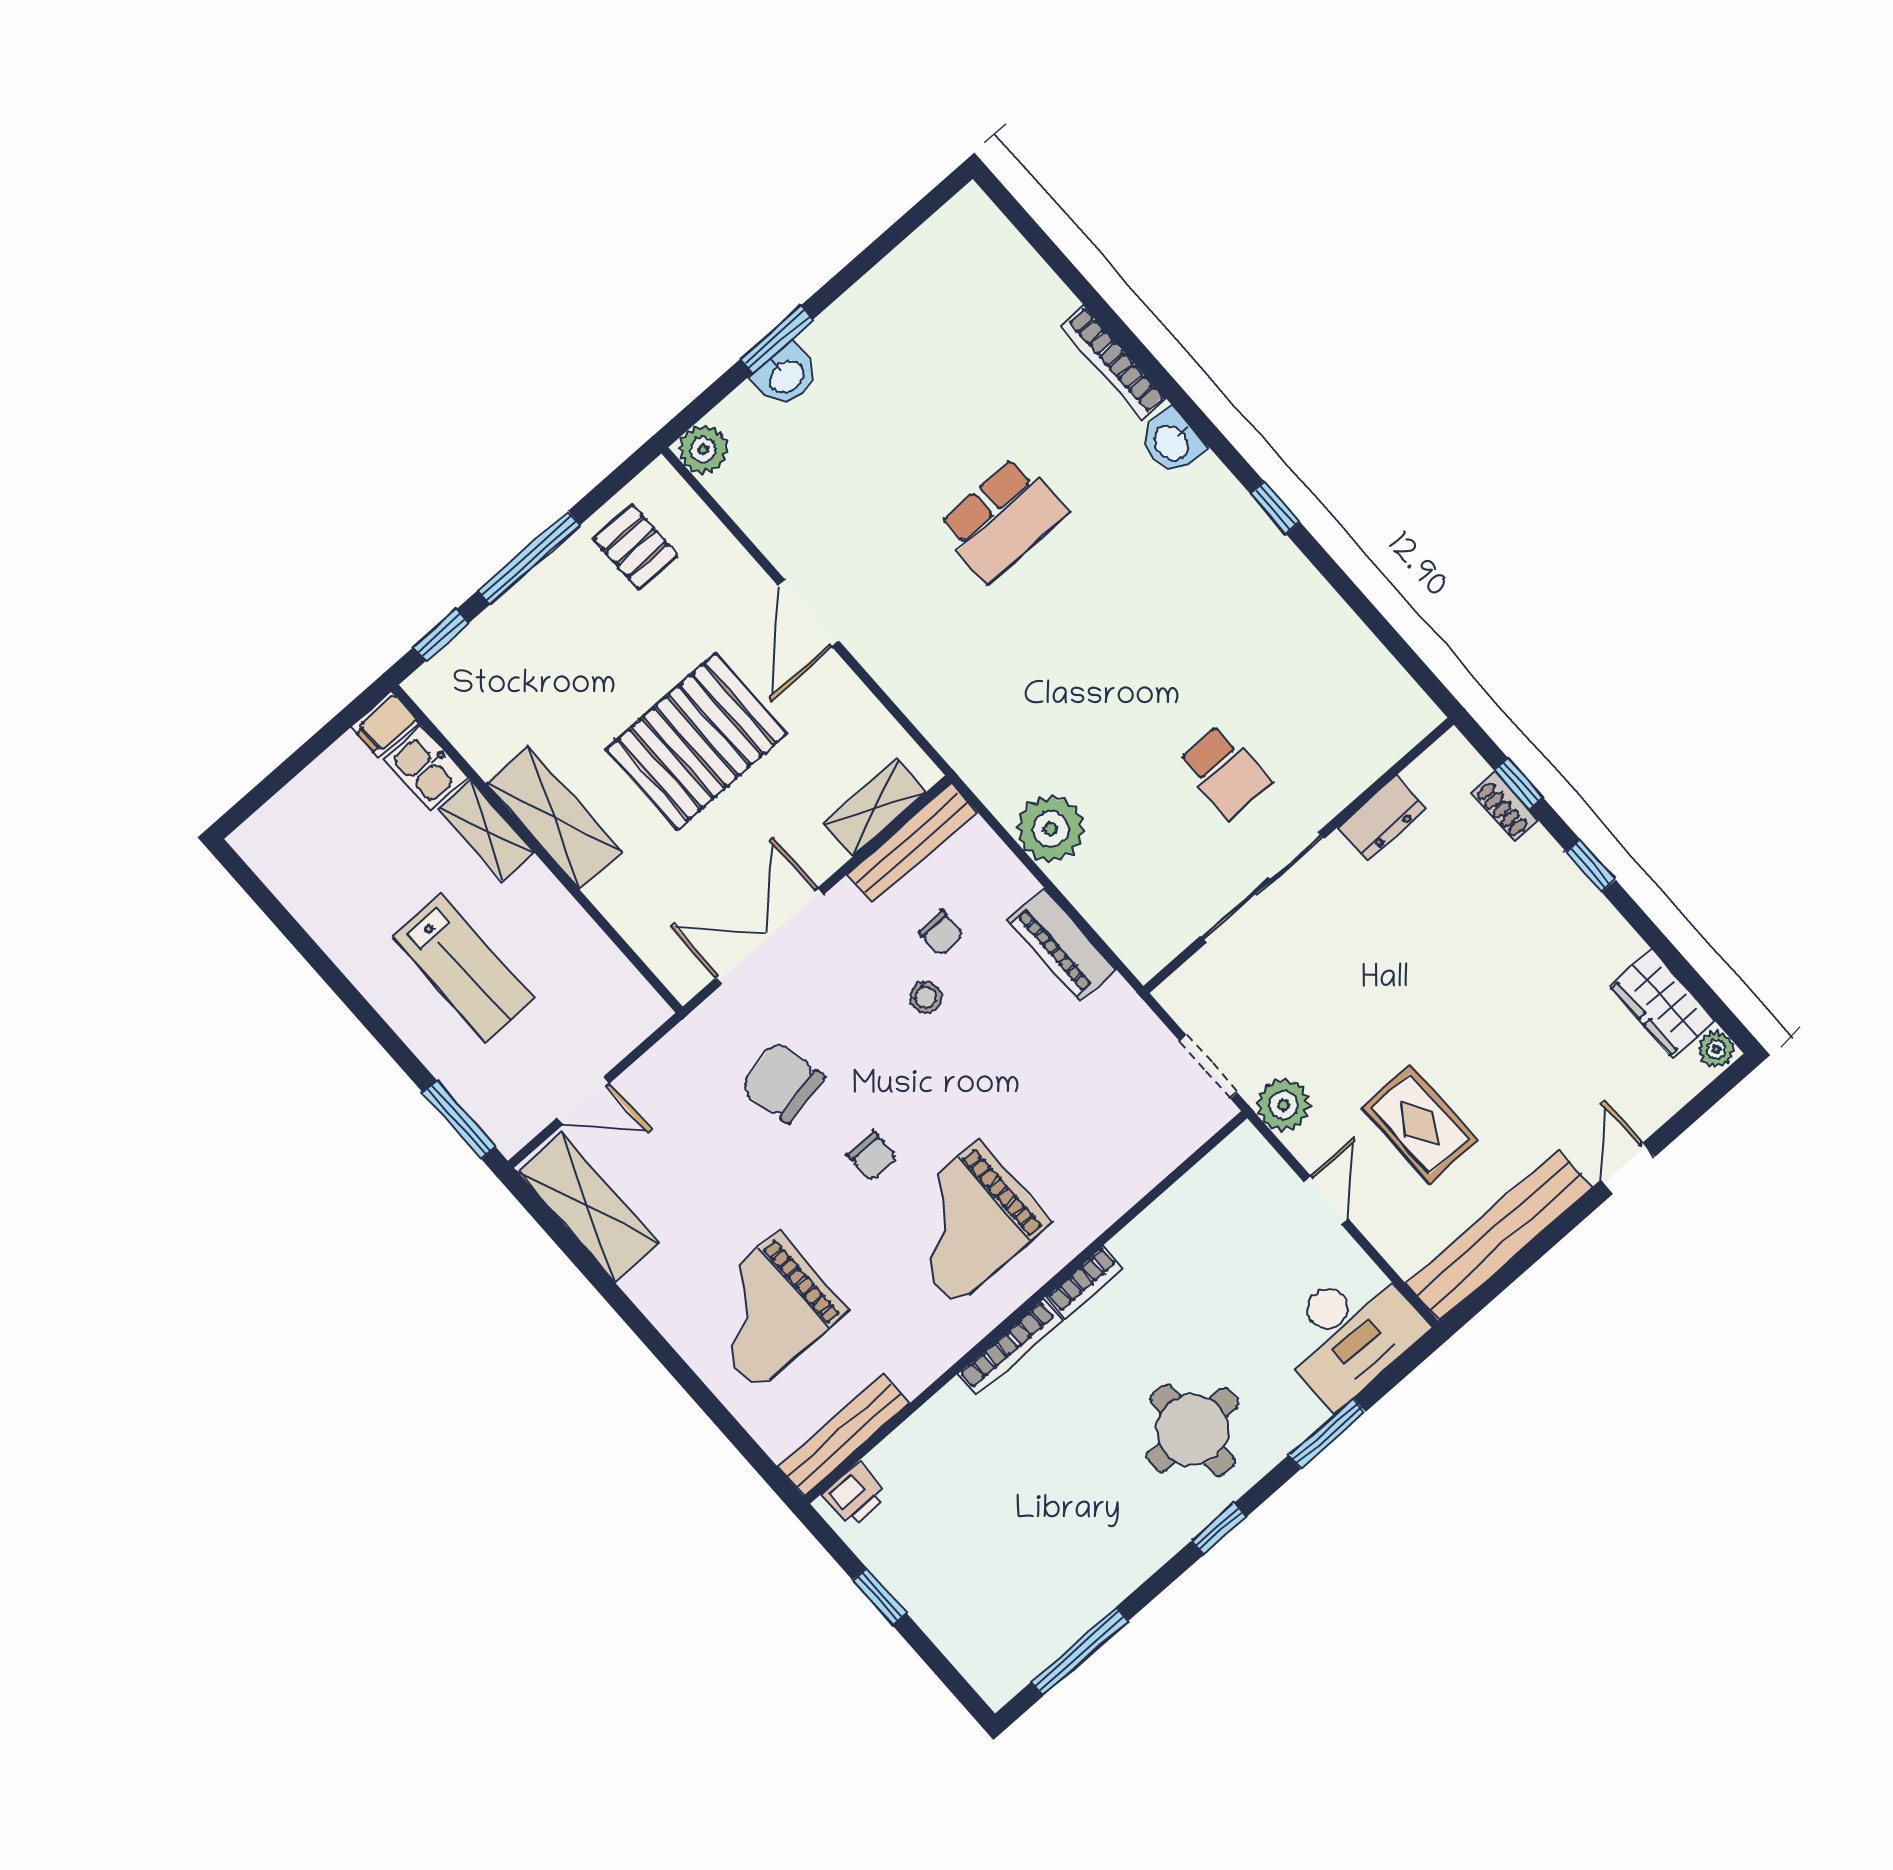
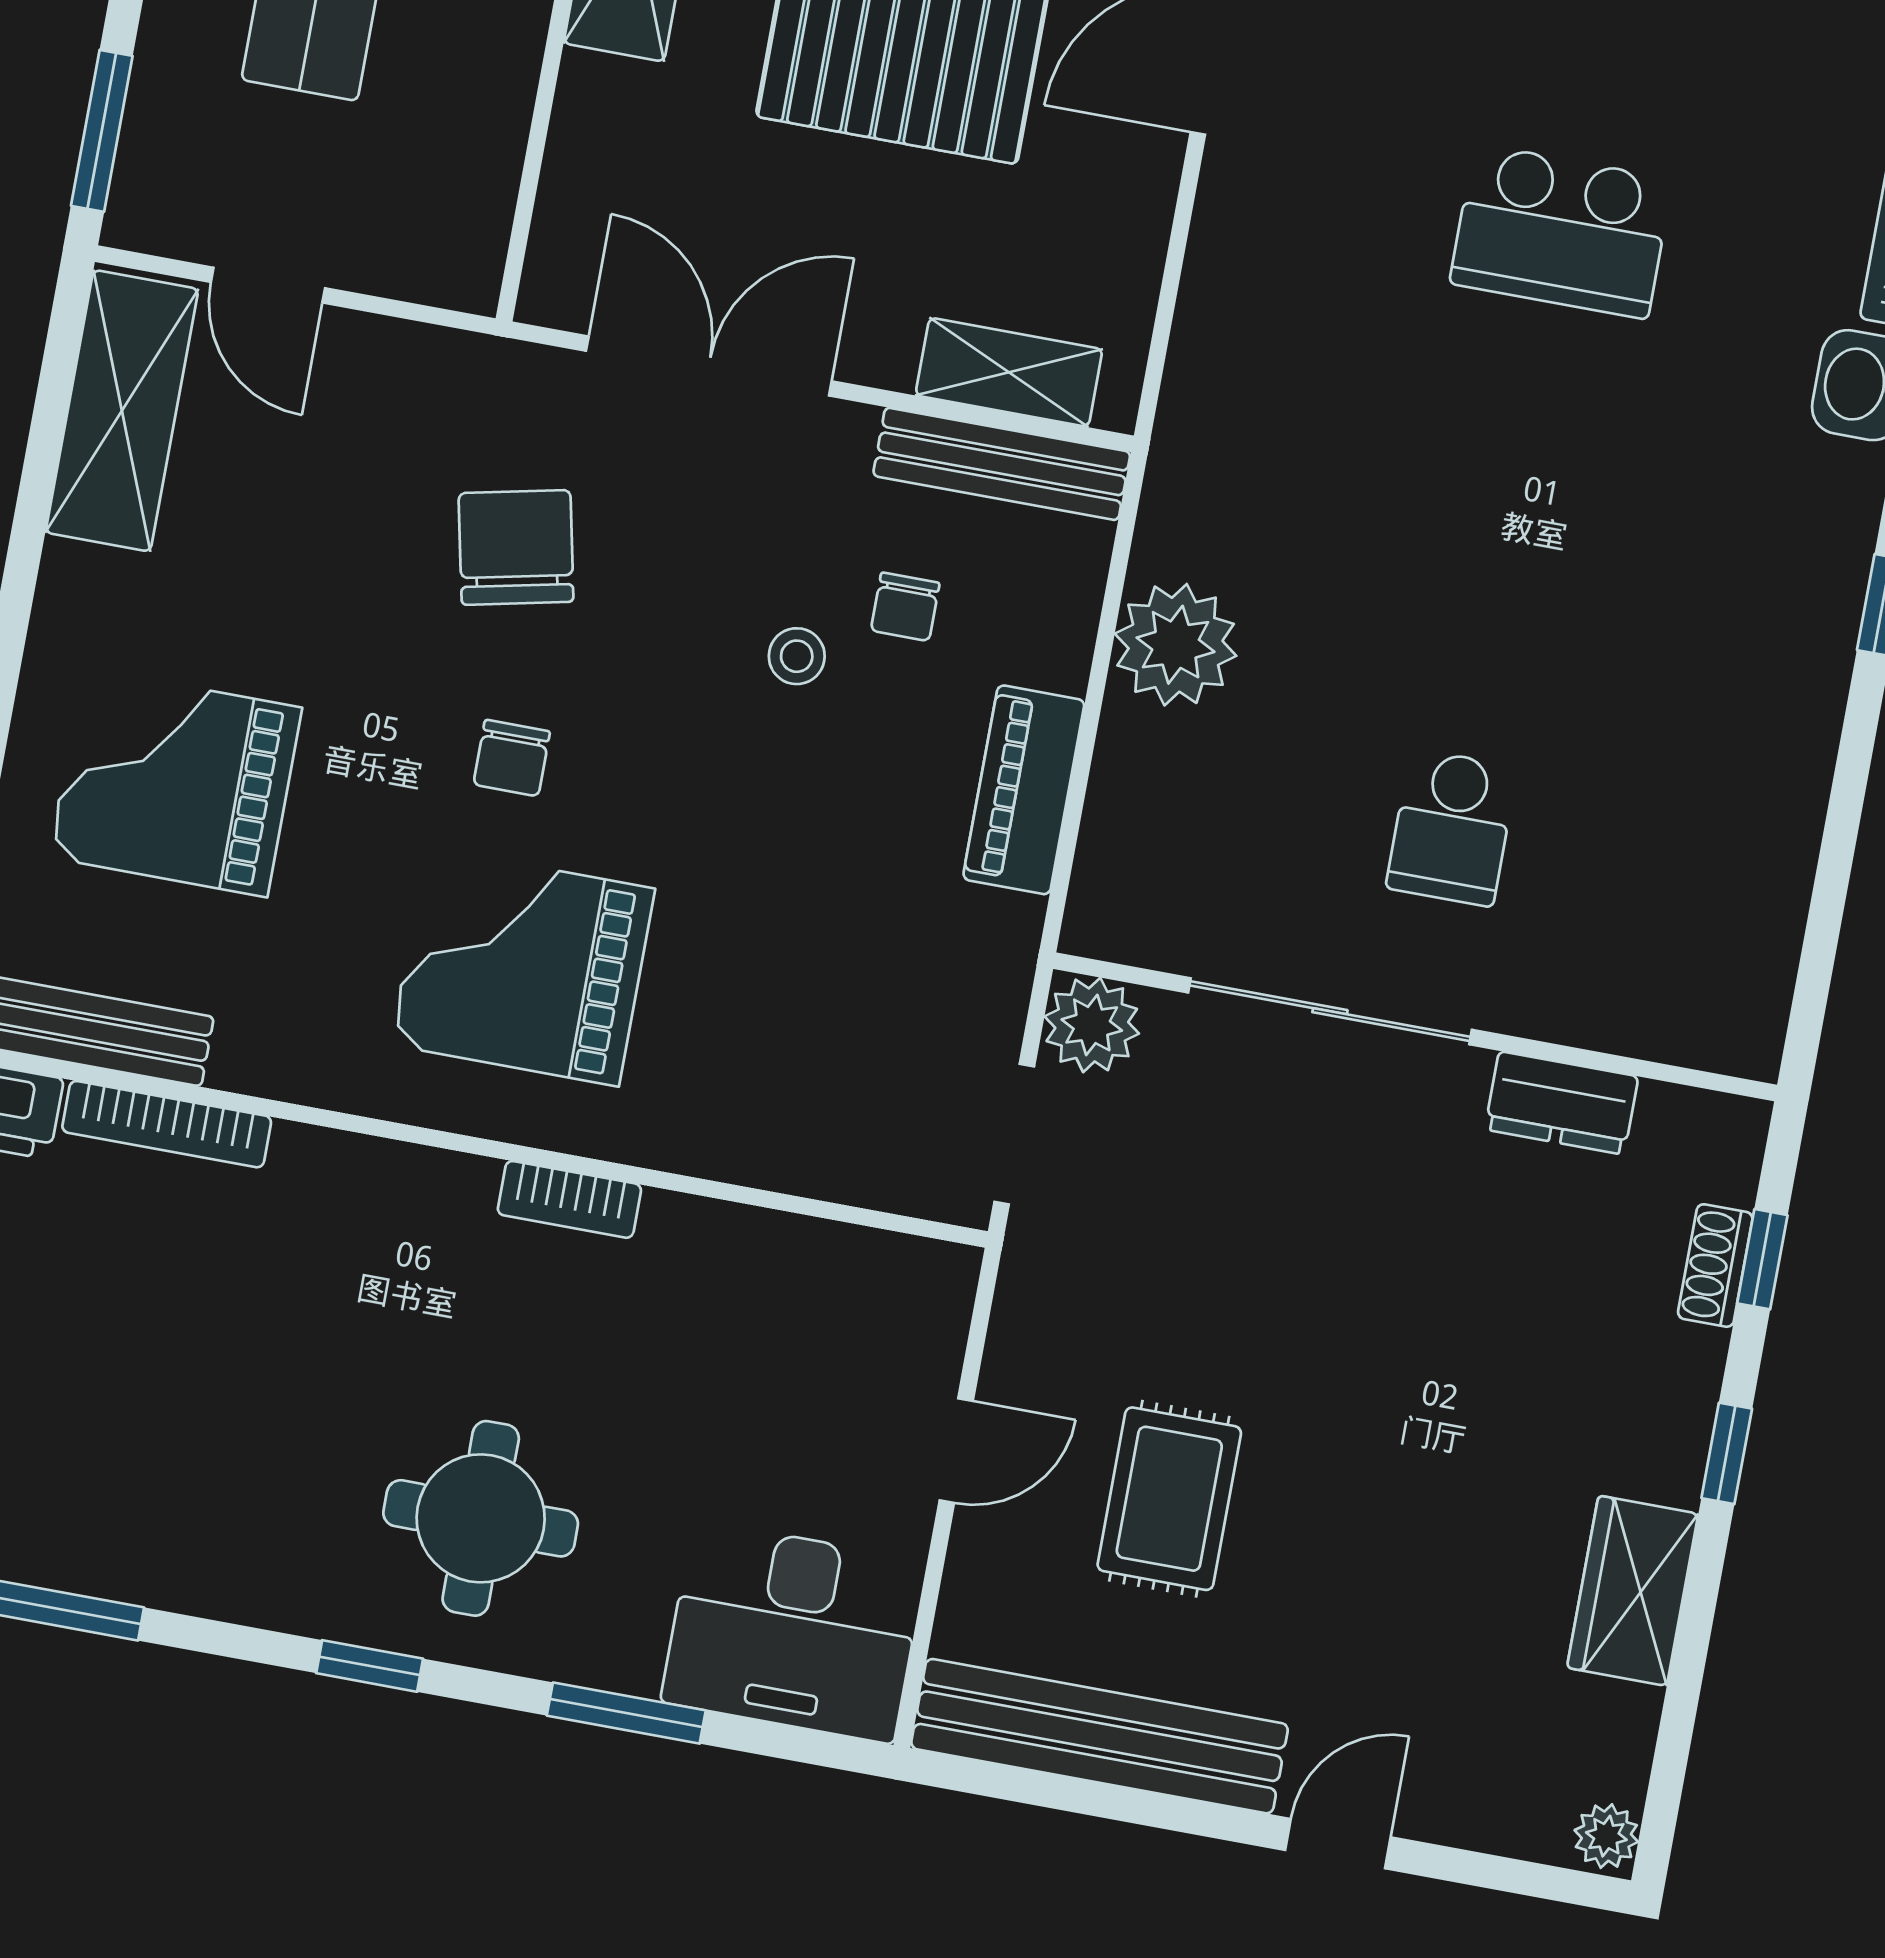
wardrobe: (1662, 1003) -> (1633, 1591), moved
plant: (1284, 1105) -> (1092, 1025), moved
bookcase: (1010, 1347) -> (167, 1124), moved

